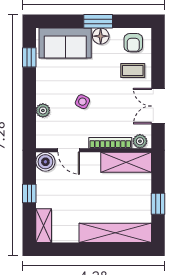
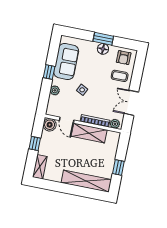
sofa: (65, 43) -> (66, 61), moved, turned -90
window: (29, 57) -> (49, 72), moved
shelving: (126, 162) -> (89, 133), moved

